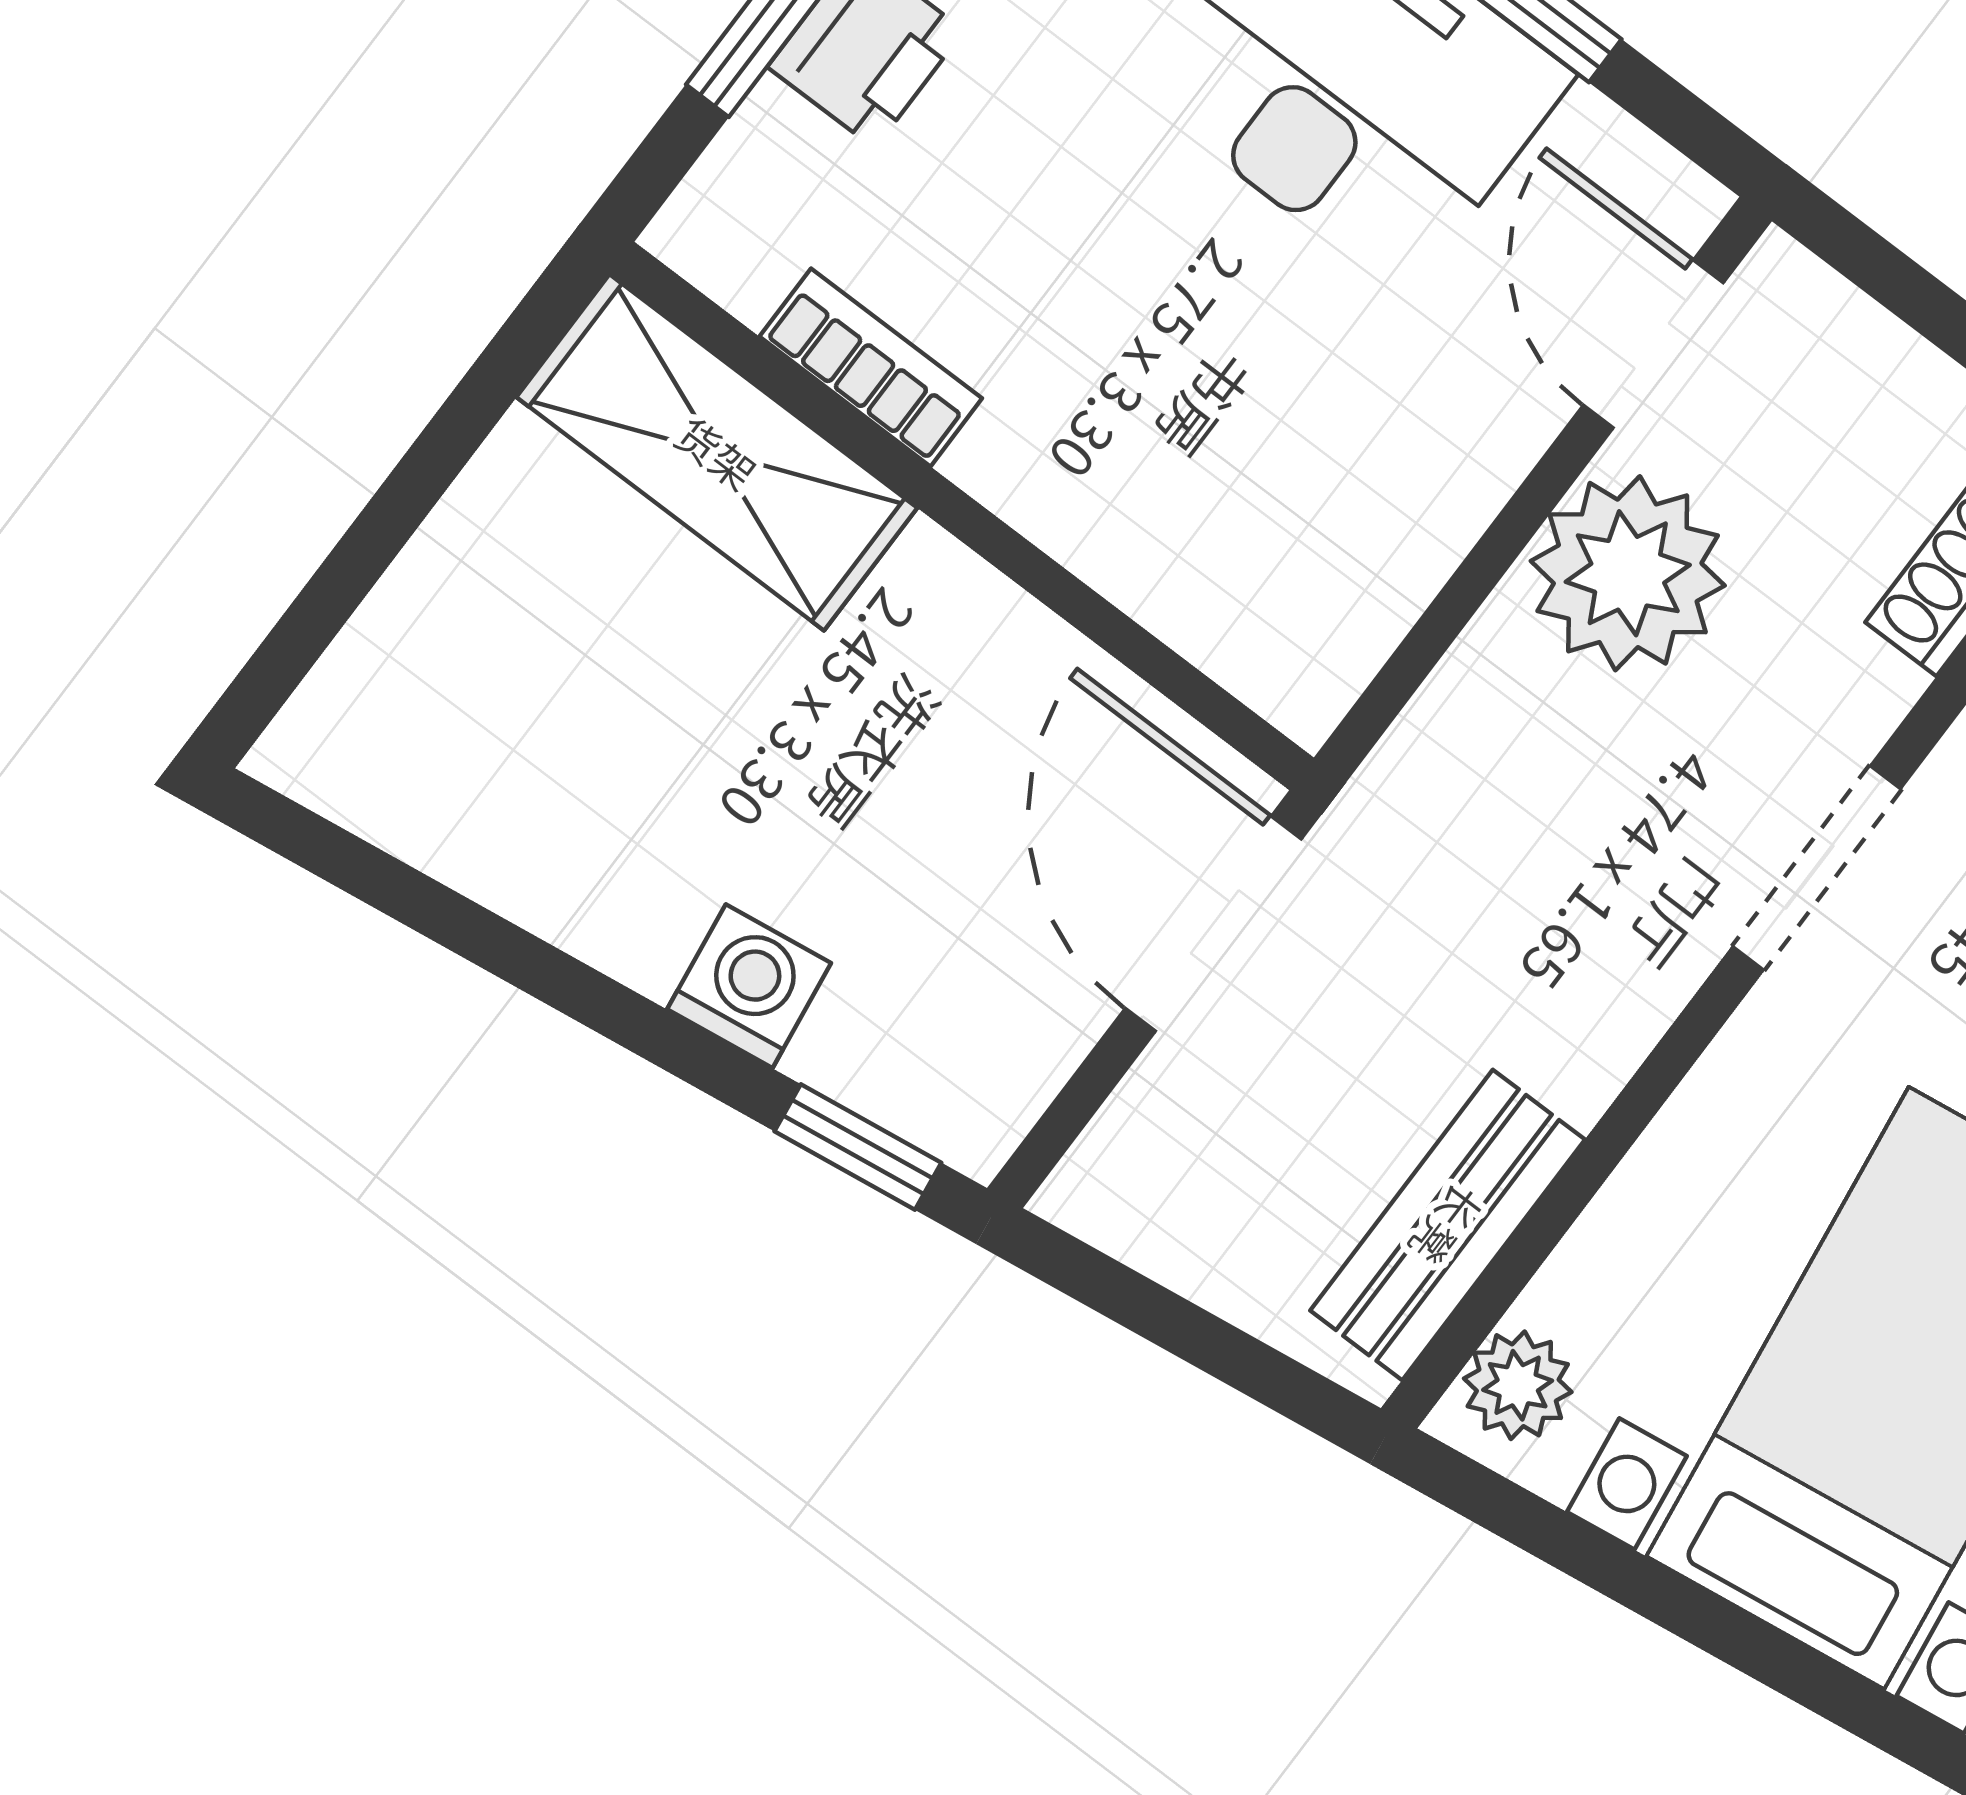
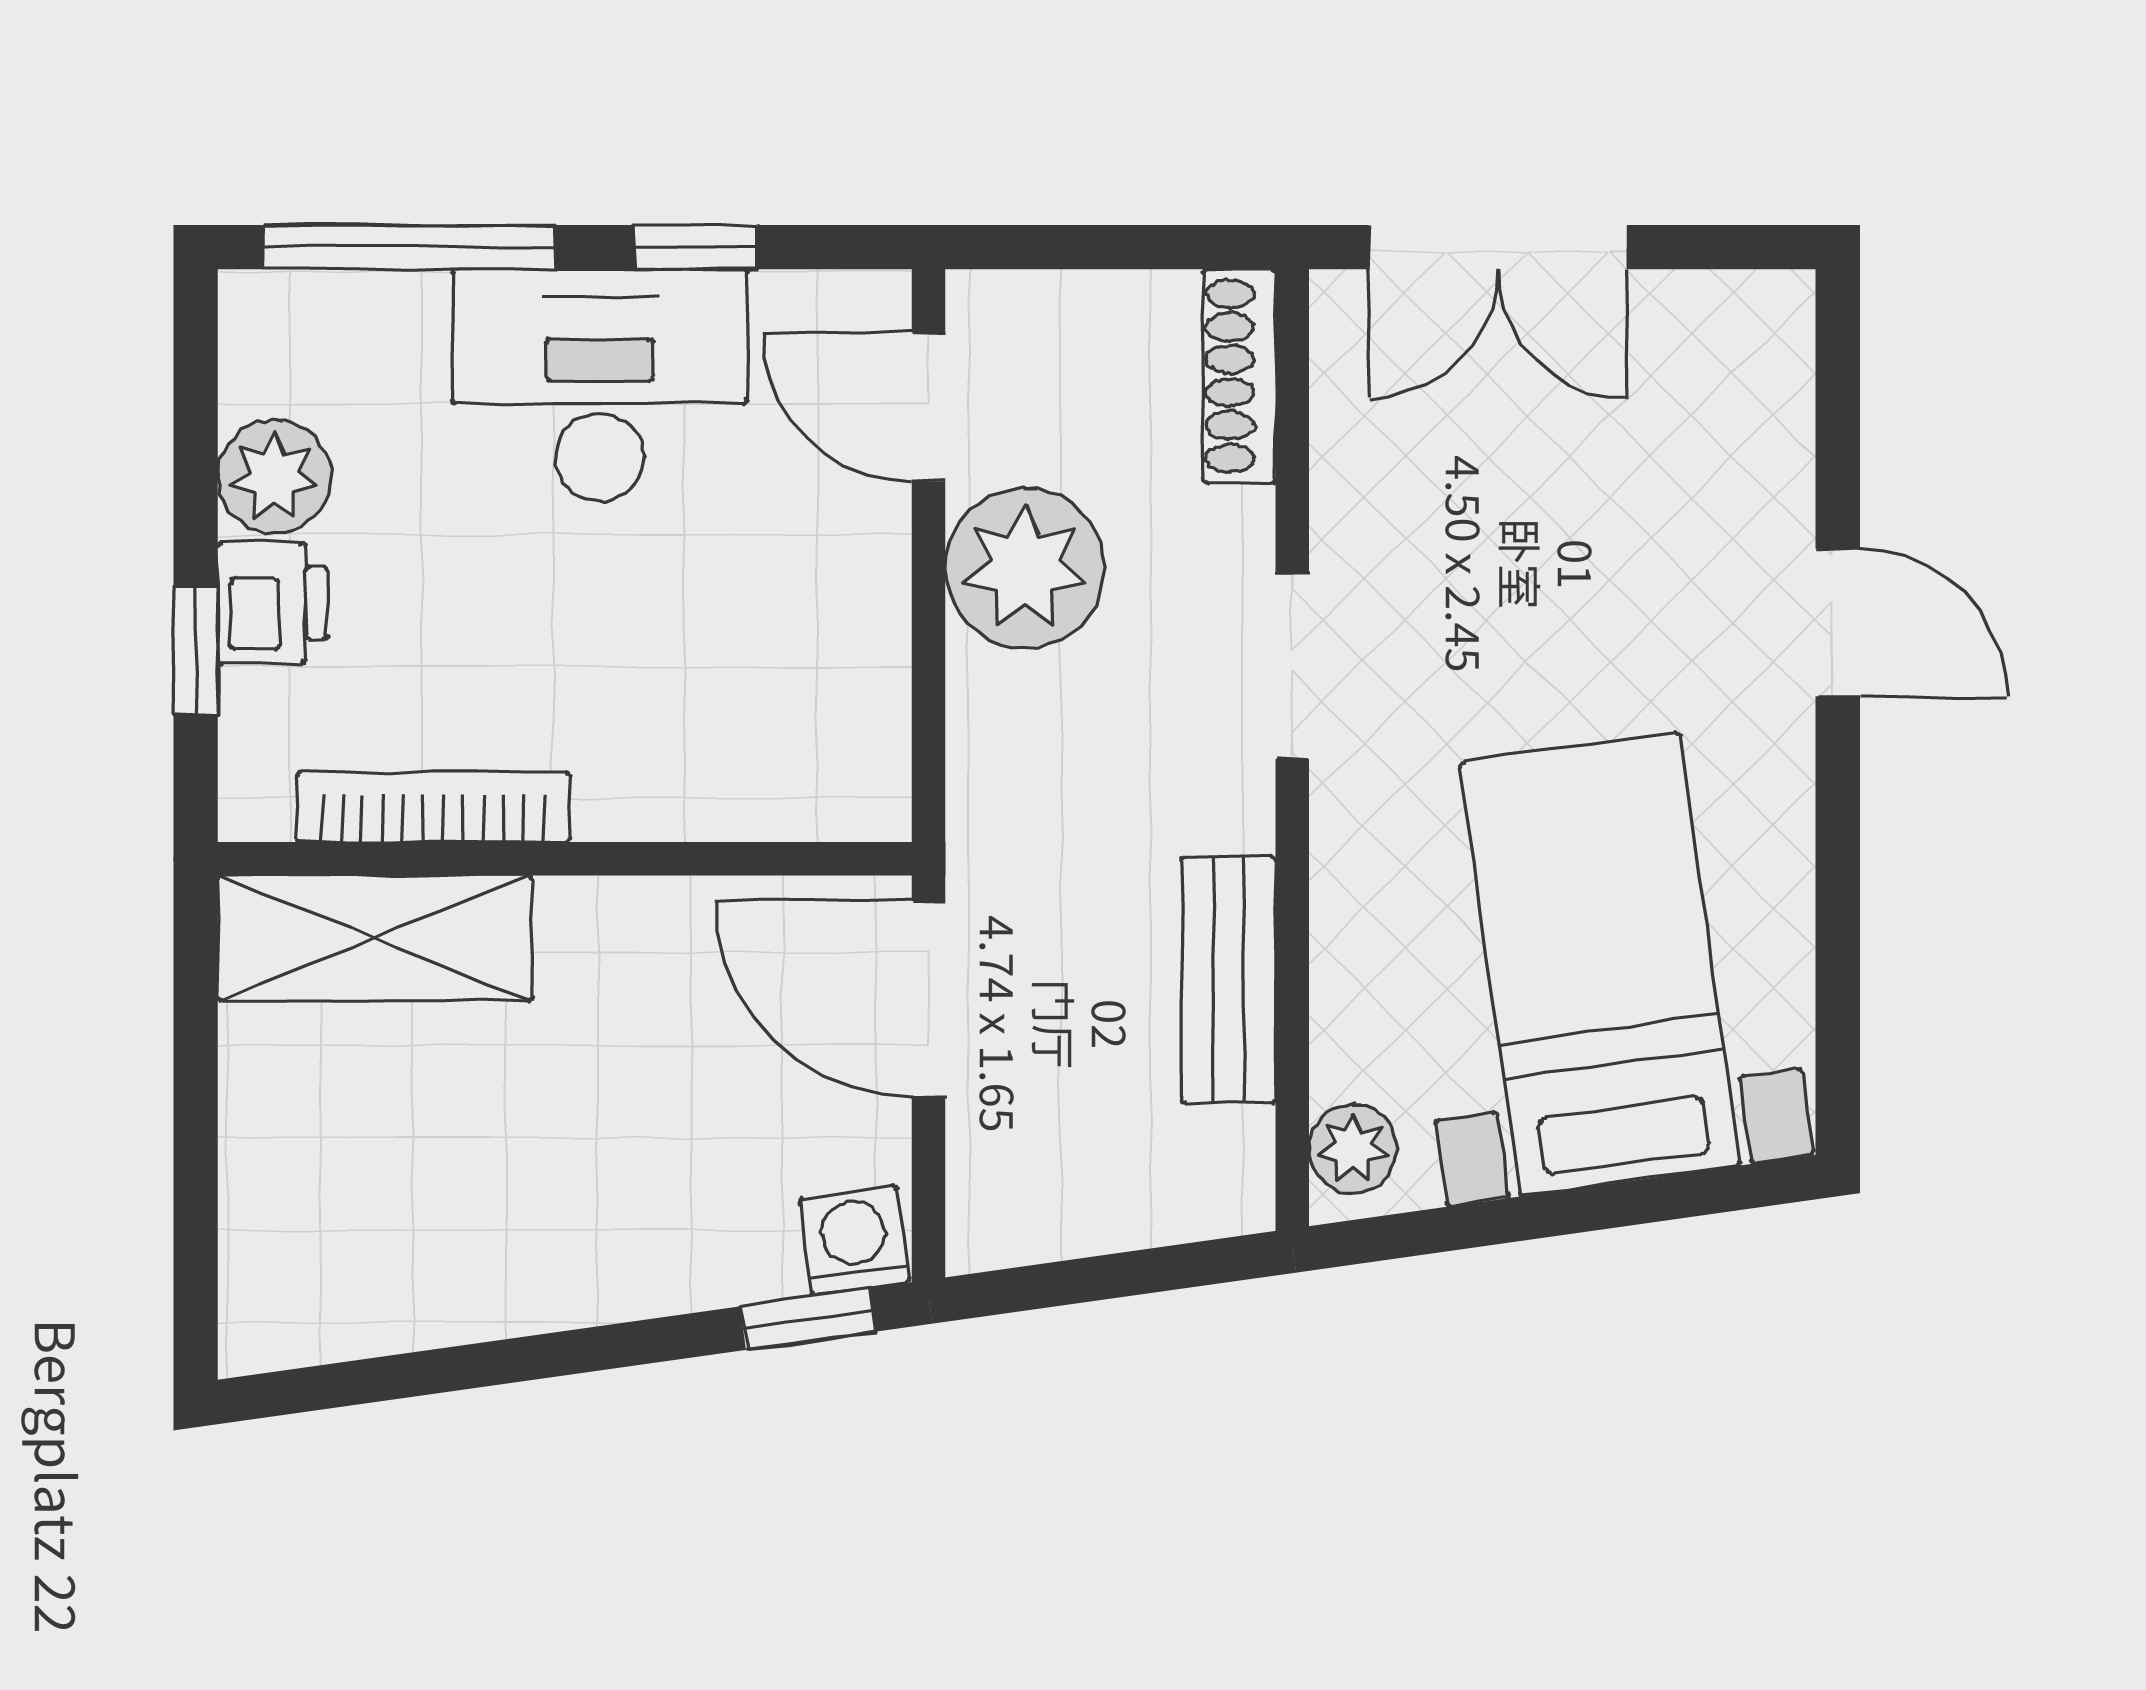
bookcase: (871, 367) -> (433, 807), width x1.56
washing machine: (749, 986) -> (854, 1241), moved
bench: (1448, 1225) -> (1229, 980), moved

